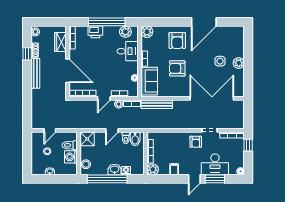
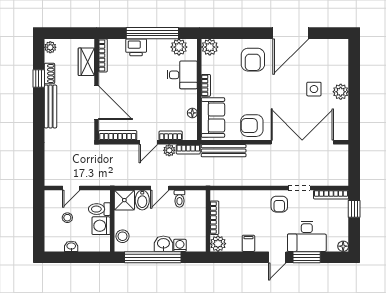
armchair: (177, 68) -> (252, 126), moved
bidet: (135, 139) -> (142, 200), moved

